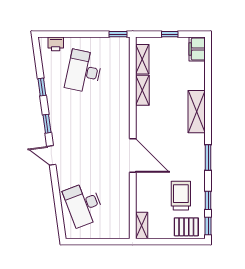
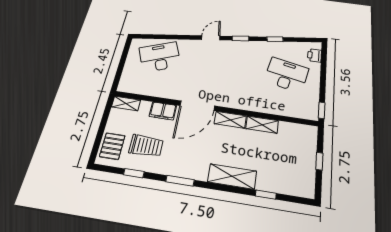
filing cabinet: (197, 49) -> (163, 111), moved, turned 180
shelving: (142, 59) -> (230, 120), moved
window: (208, 226) -> (266, 195), moved

